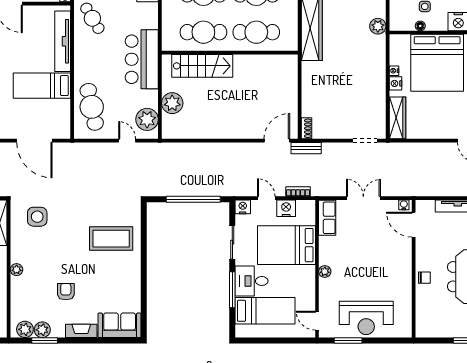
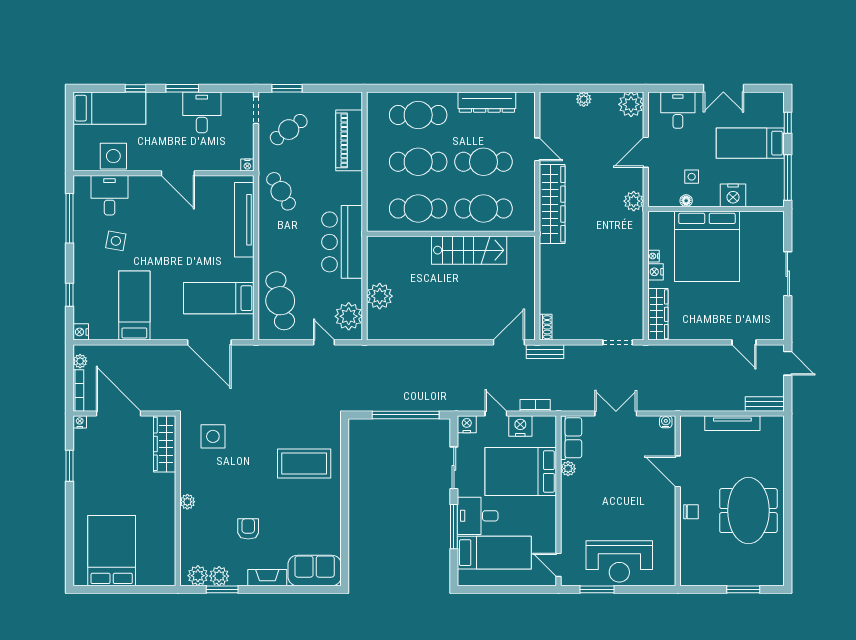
stairs: (202, 66) -> (469, 250), moved
bed: (42, 86) -> (219, 298), moved
door: (414, 225) -> (678, 471), moved
plant: (325, 271) -> (568, 469), moved

